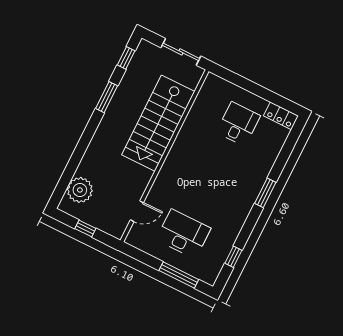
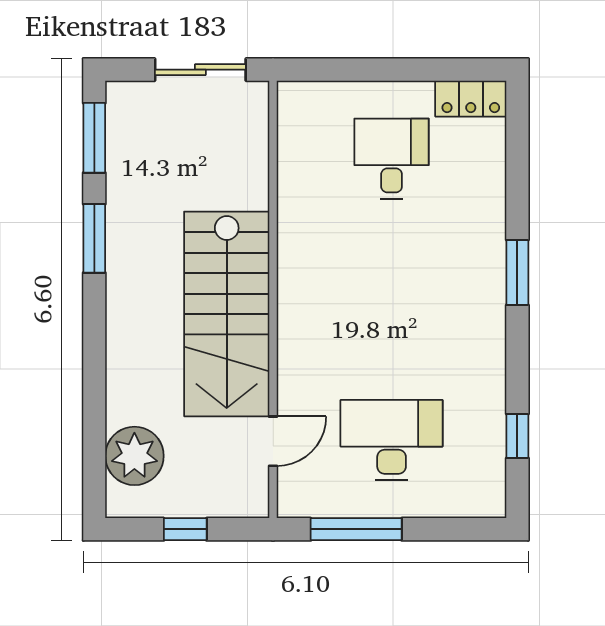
window: (126, 58) -> (94, 138), width x1.50
stairs: (158, 123) -> (227, 314), moved
window: (179, 275) -> (356, 529), moved

